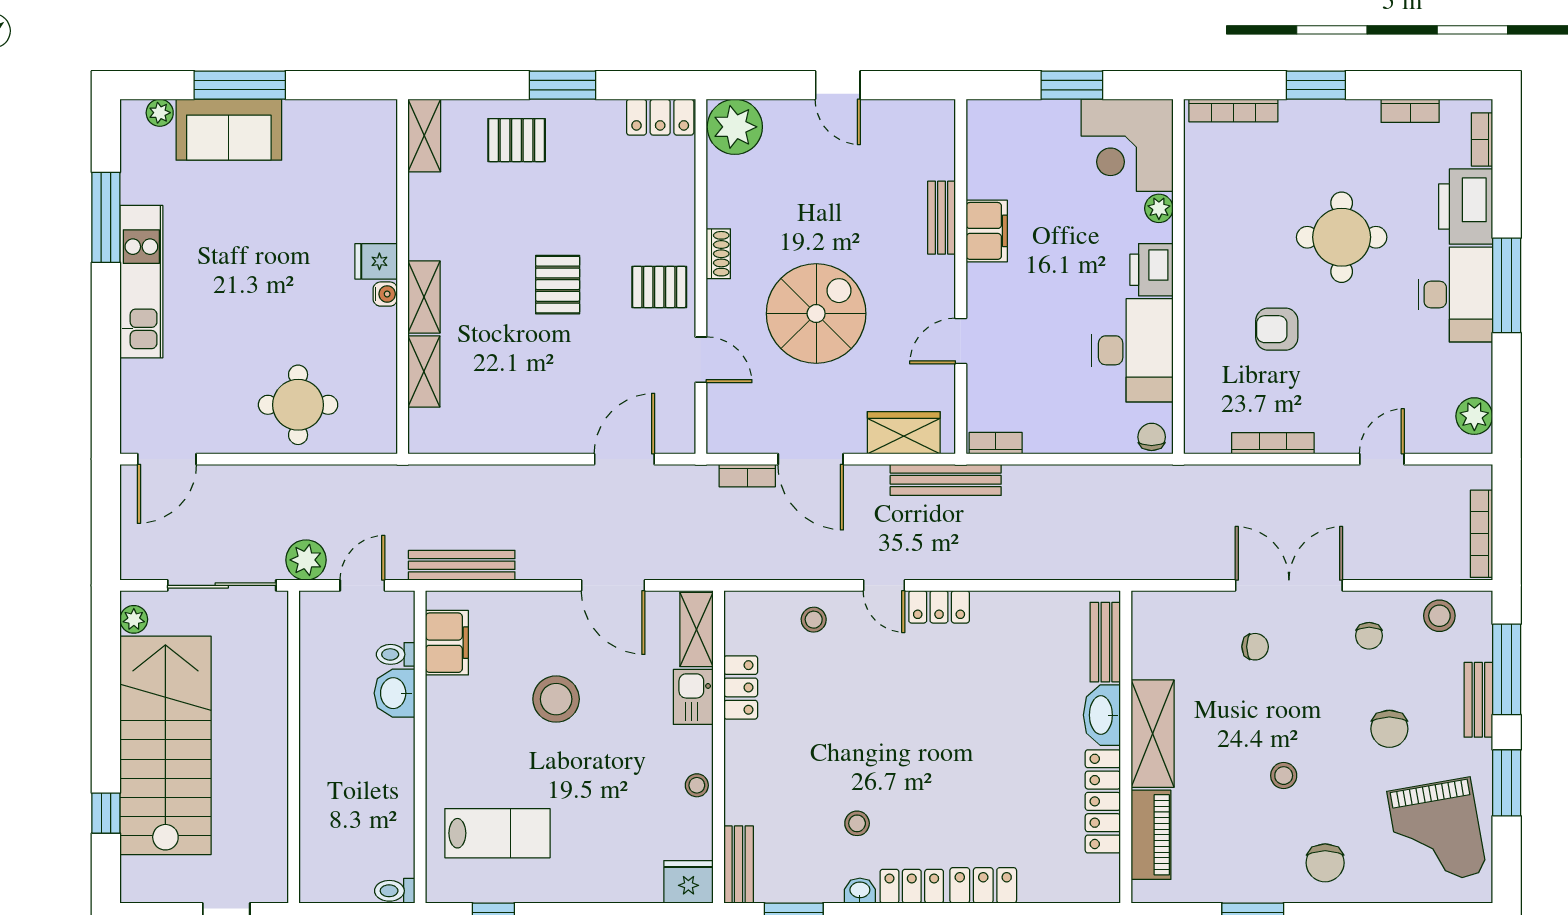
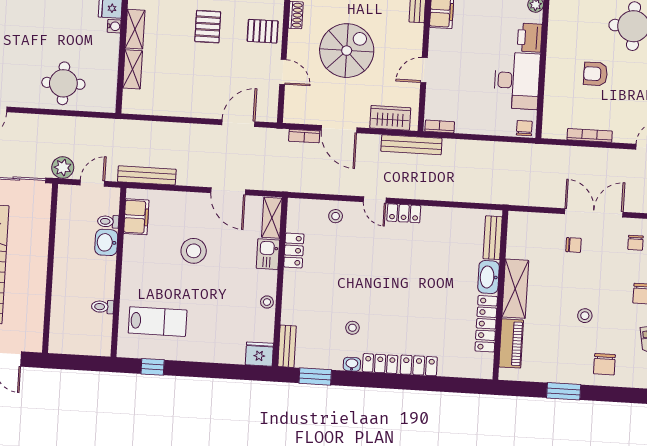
toilet: (395, 891) -> (103, 307), moved

